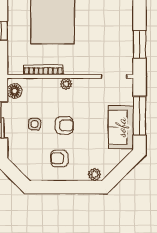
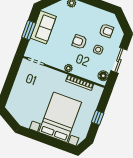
window: (140, 44) -> (12, 76), removed
window: (140, 116) -> (29, 30), width x0.69
armchair: (59, 158) -> (106, 31), moved

